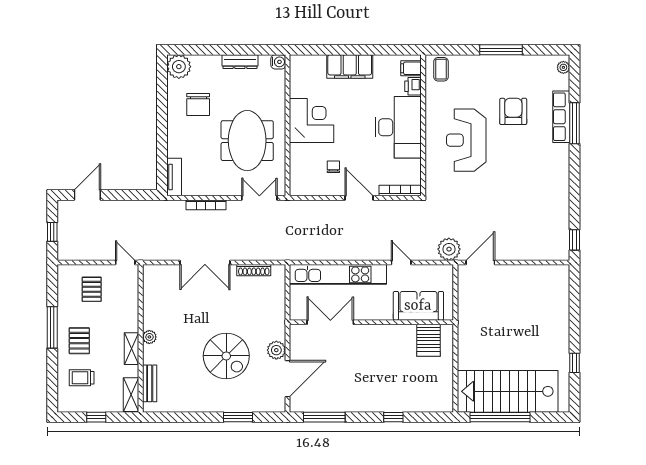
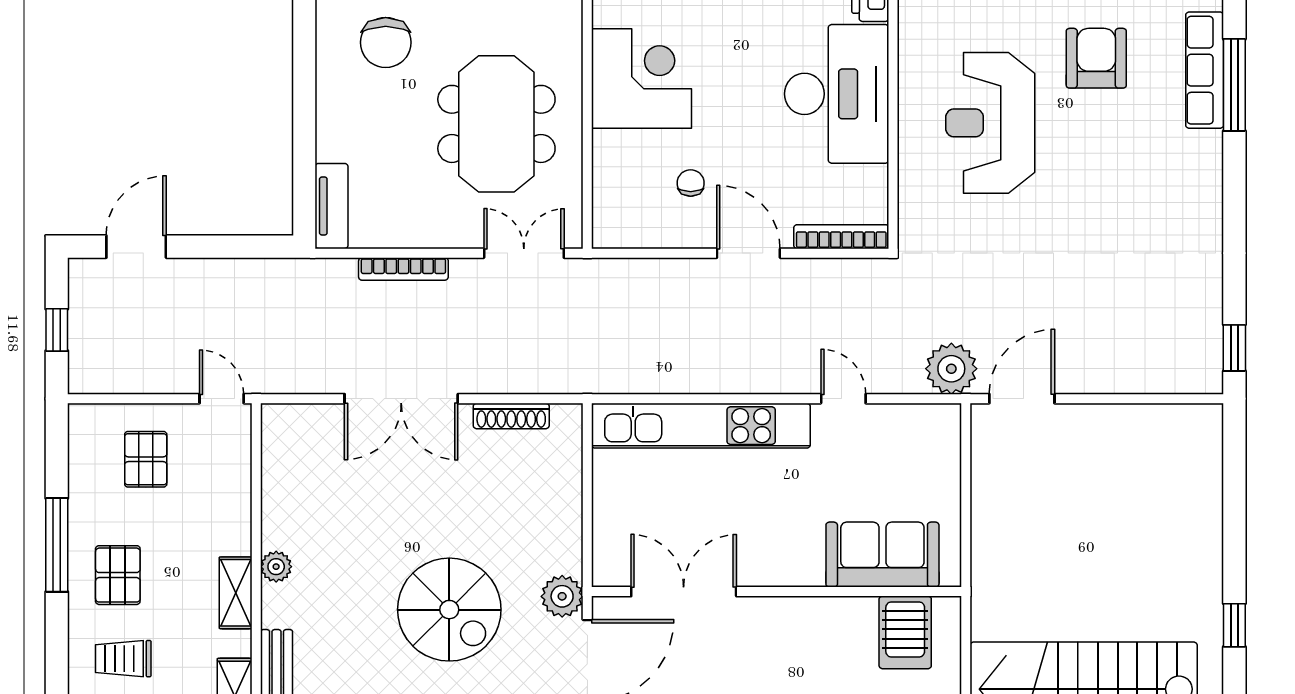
sofa: (418, 306) -> (882, 555), moved
double door: (330, 322) -> (684, 592), moved
wall: (371, 322) -> (777, 592), moved
server rack: (429, 340) -> (905, 632), moved

